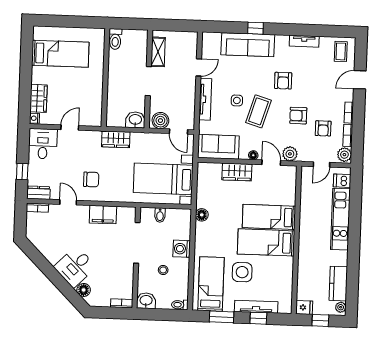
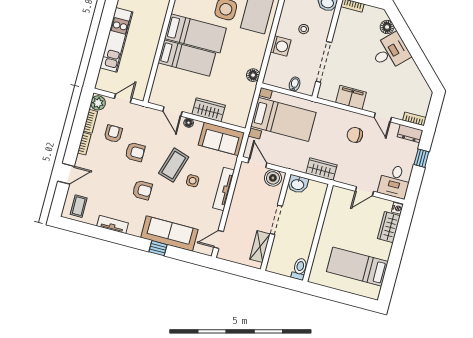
door: (199, 67) -> (218, 239), moved
armchair: (283, 81) -> (142, 190), turned 90
plant: (290, 154) -> (152, 116), removed
dishwasher: (342, 181) -> (106, 78), removed

